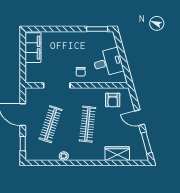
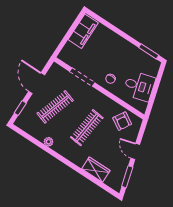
armchair: (113, 100) -> (122, 121), turned -59

